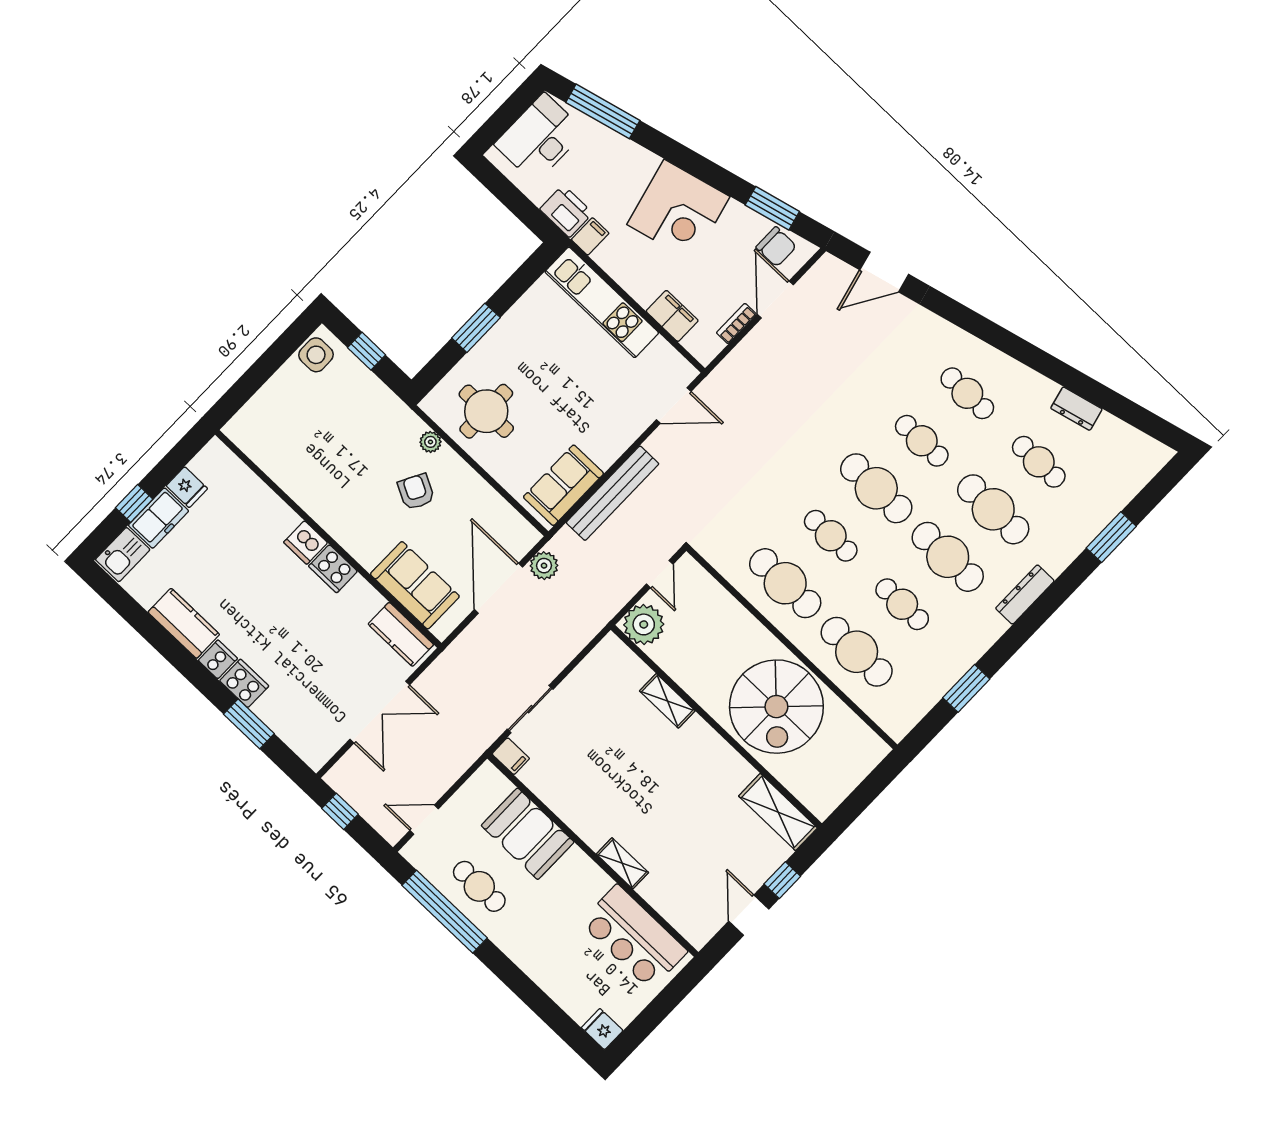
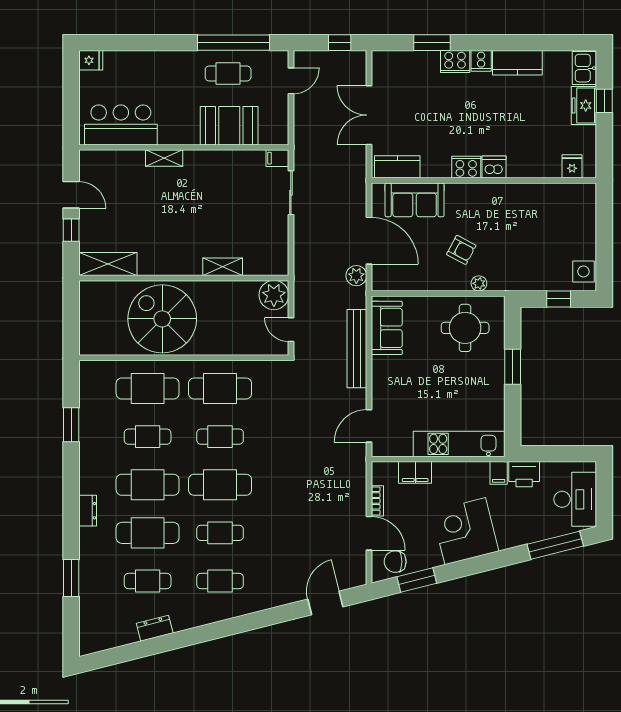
fridge: (187, 487) -> (572, 166), moved, turned 90
dresser: (1025, 595) -> (88, 511), width x0.70

